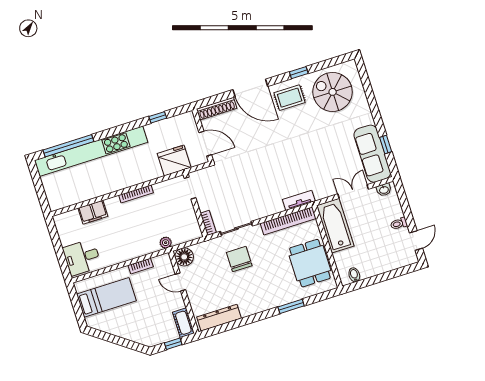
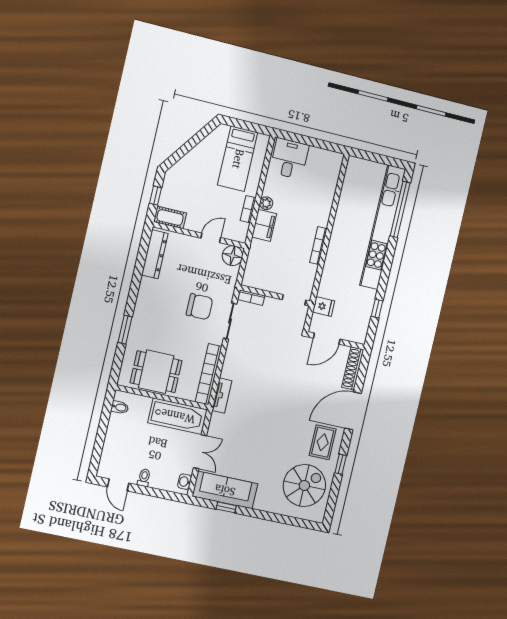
fridge: (174, 160) -> (324, 306), width x0.53, depth x0.75
filing cabinet: (93, 212) -> (264, 225), moved, turned 180
plant: (166, 243) -> (266, 203), moved

